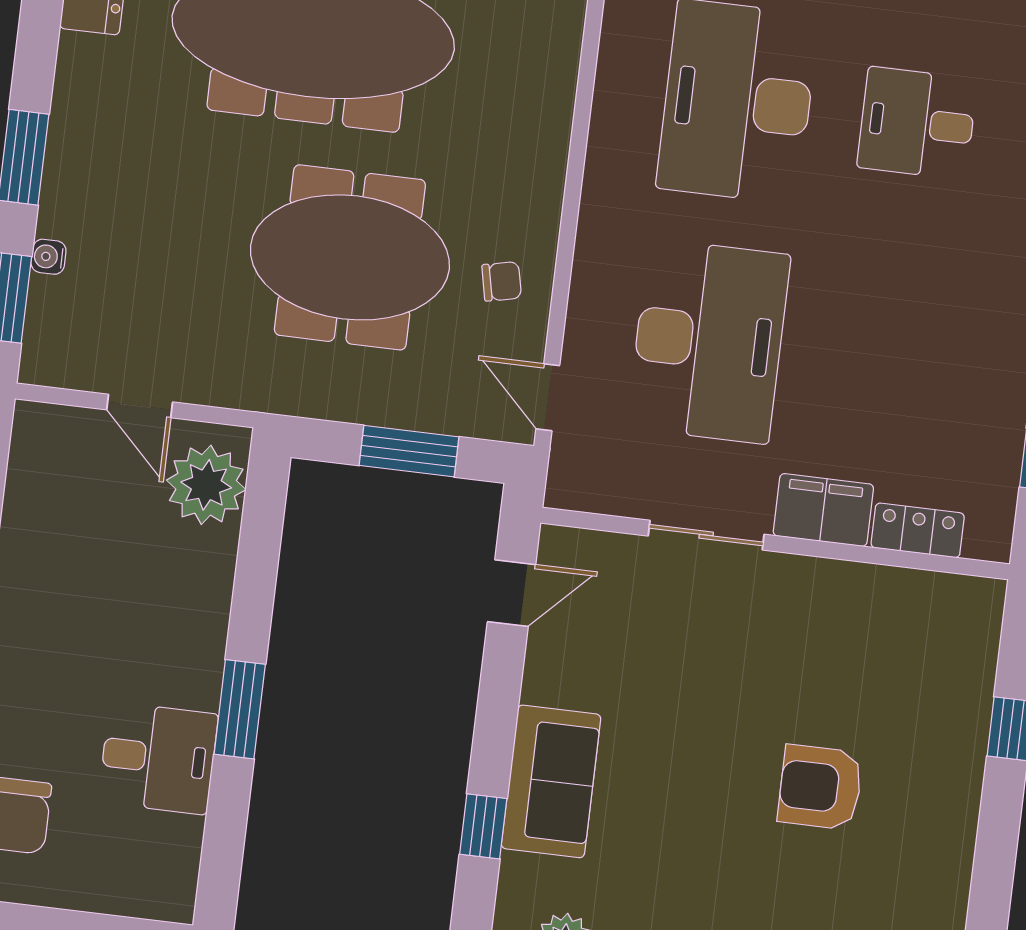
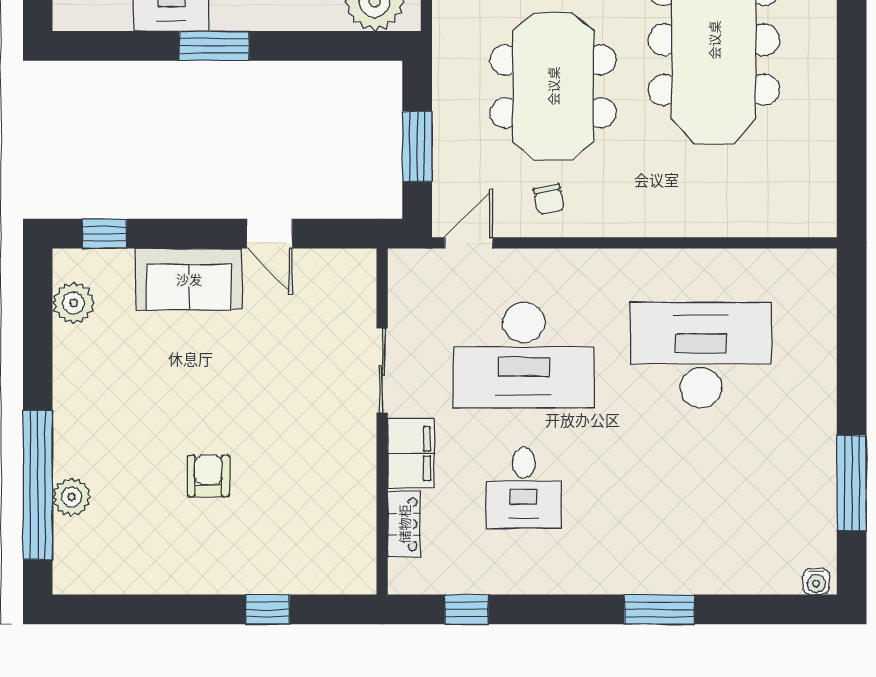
desk: (917, 123) -> (524, 488), moved, turned 180
door: (511, 593) -> (270, 234), moved
armchair: (820, 787) -> (208, 476), width x0.72, depth x0.72
window: (483, 826) -> (104, 234), moved

